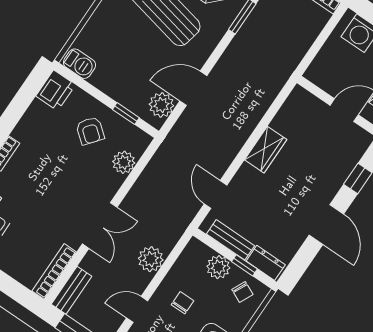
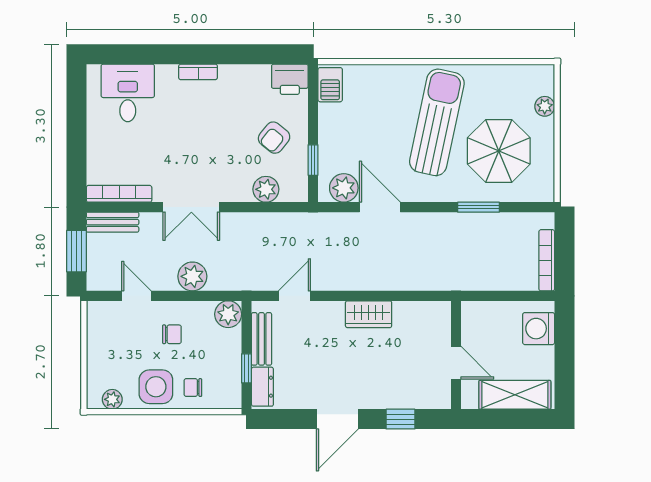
plant: (218, 267) -> (228, 314), moved
chair: (242, 292) -> (193, 388), moved, turned 65

